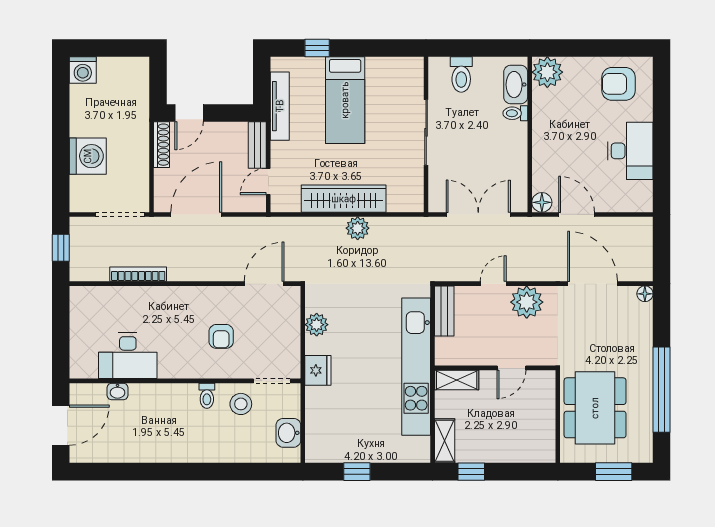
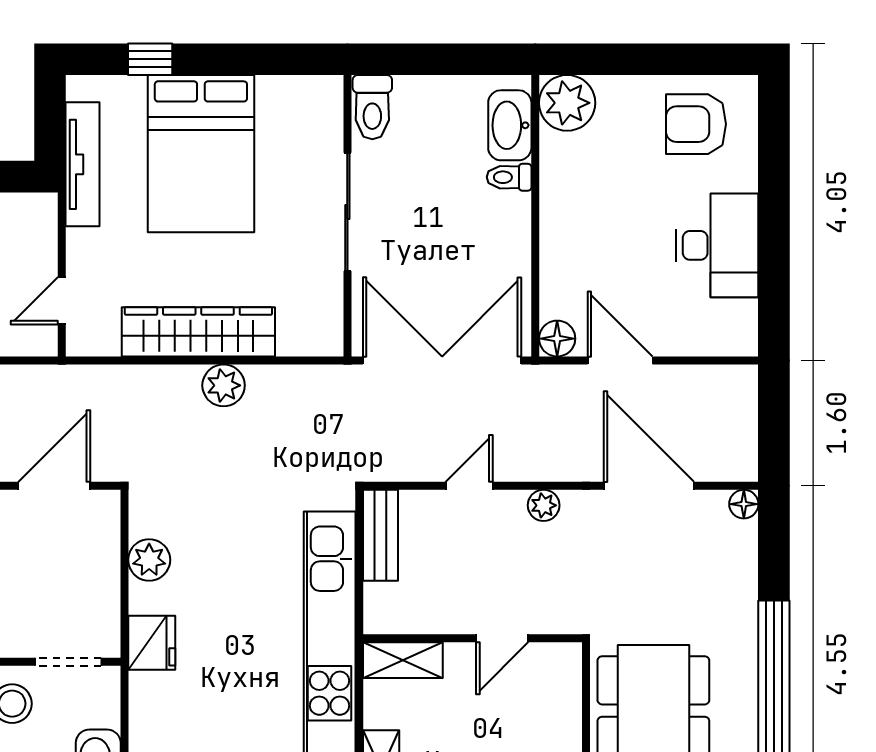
toilet: (461, 75) -> (372, 107), moved
bed: (345, 100) -> (201, 154), width x1.50
bench: (257, 145) -> (42, 235), removed
double door: (478, 214) -> (442, 360), width x1.36
plant: (527, 302) -> (544, 505), width x0.53, depth x0.53

